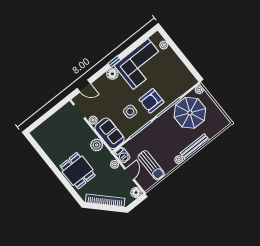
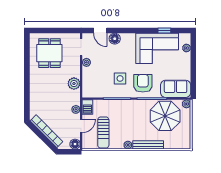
window: (114, 62) -> (164, 30), moved
floor lamp: (112, 74) -> (115, 39), moved
armchair: (151, 101) -> (143, 83), turned 90
sofa: (110, 133) -> (176, 89), moved, turned -90
dining table: (78, 171) -> (49, 53), moved

